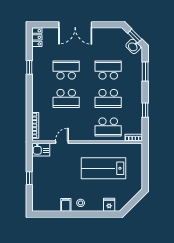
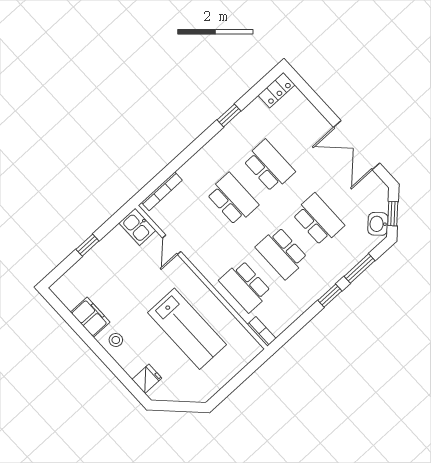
double door: (75, 25) -> (357, 145), moved
school desk: (66, 98) -> (232, 199), turned 180
window: (145, 110) -> (330, 296), moved
door: (62, 142) -> (172, 245), swing flipped
lab bench: (104, 168) -> (187, 329), turned 180
filing cabinet: (66, 205) -> (90, 317), width x2.00

